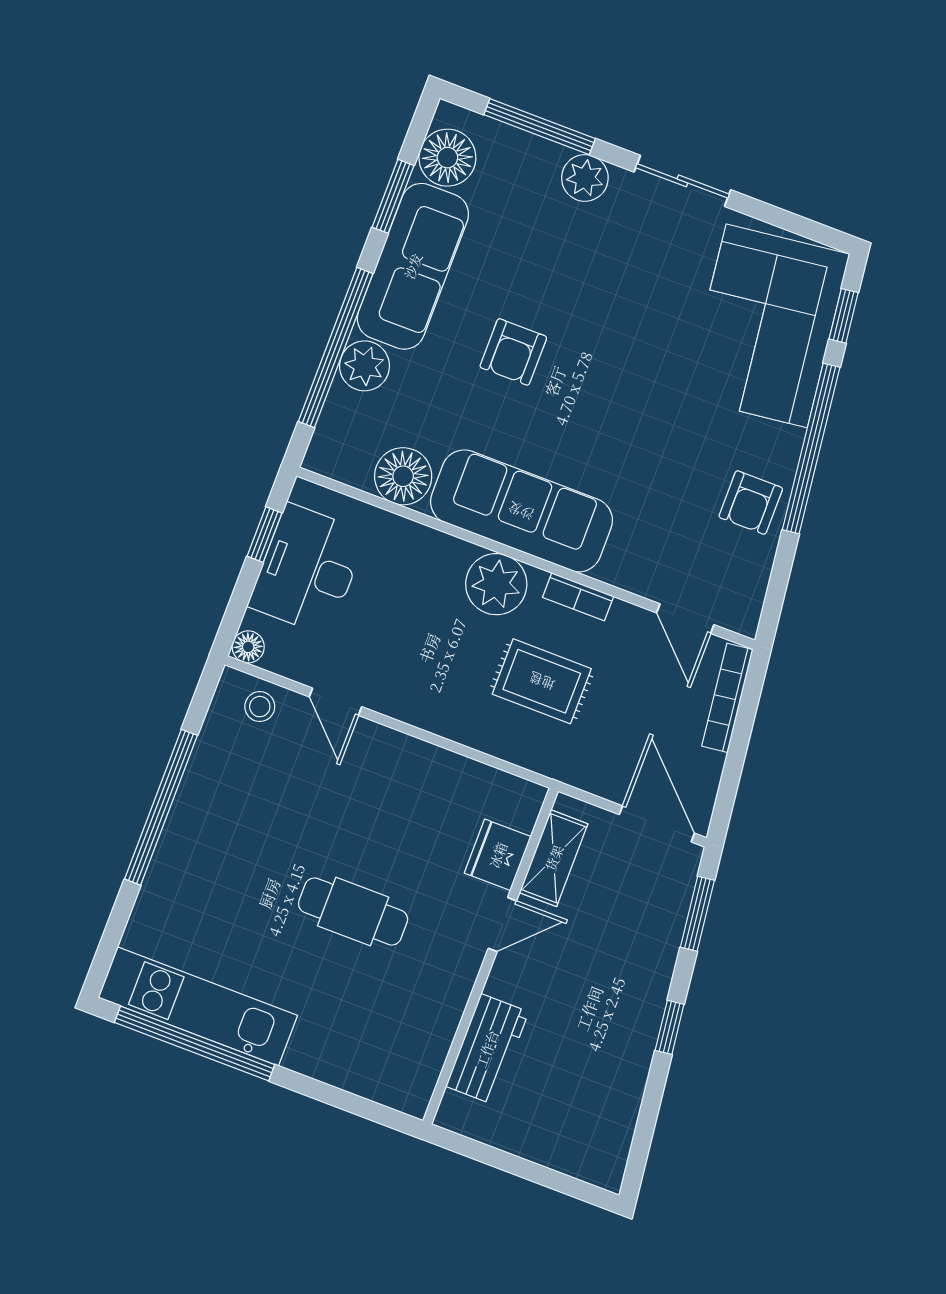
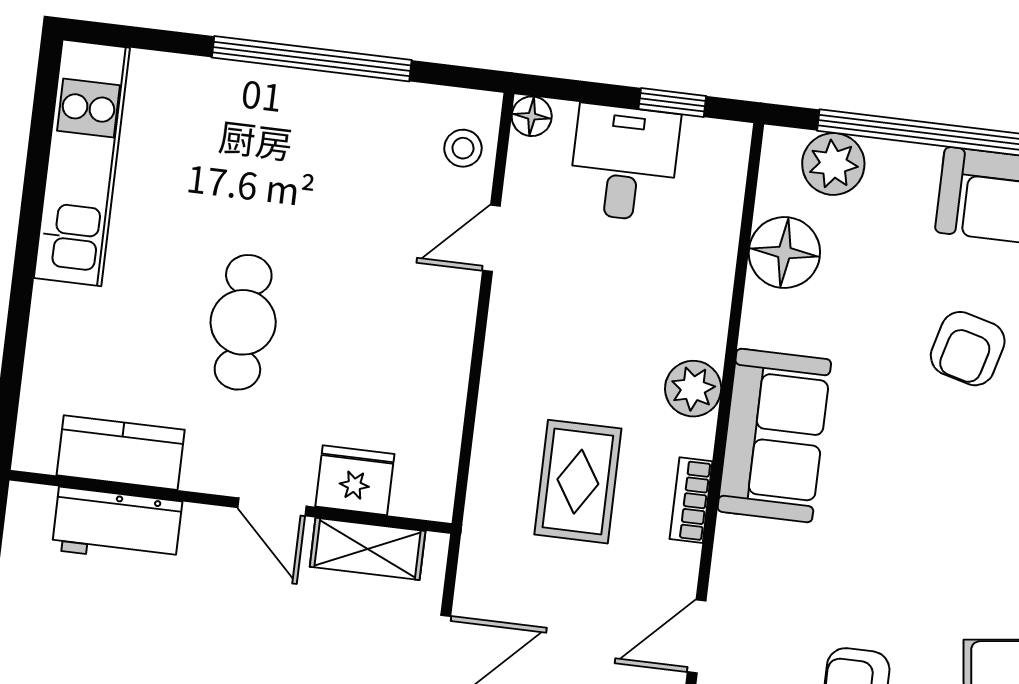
armchair: (513, 352) -> (968, 349), turned -75
plant: (364, 366) -> (833, 164), moved
sofa: (521, 511) -> (774, 435), width x0.73
desk: (308, 570) -> (624, 163), width x0.73
plant: (496, 584) -> (693, 389), width x0.73, depth x0.73
kitchen counter: (431, 1032) -> (121, 453), added
window: (195, 1043) -> (36, 170), removed

